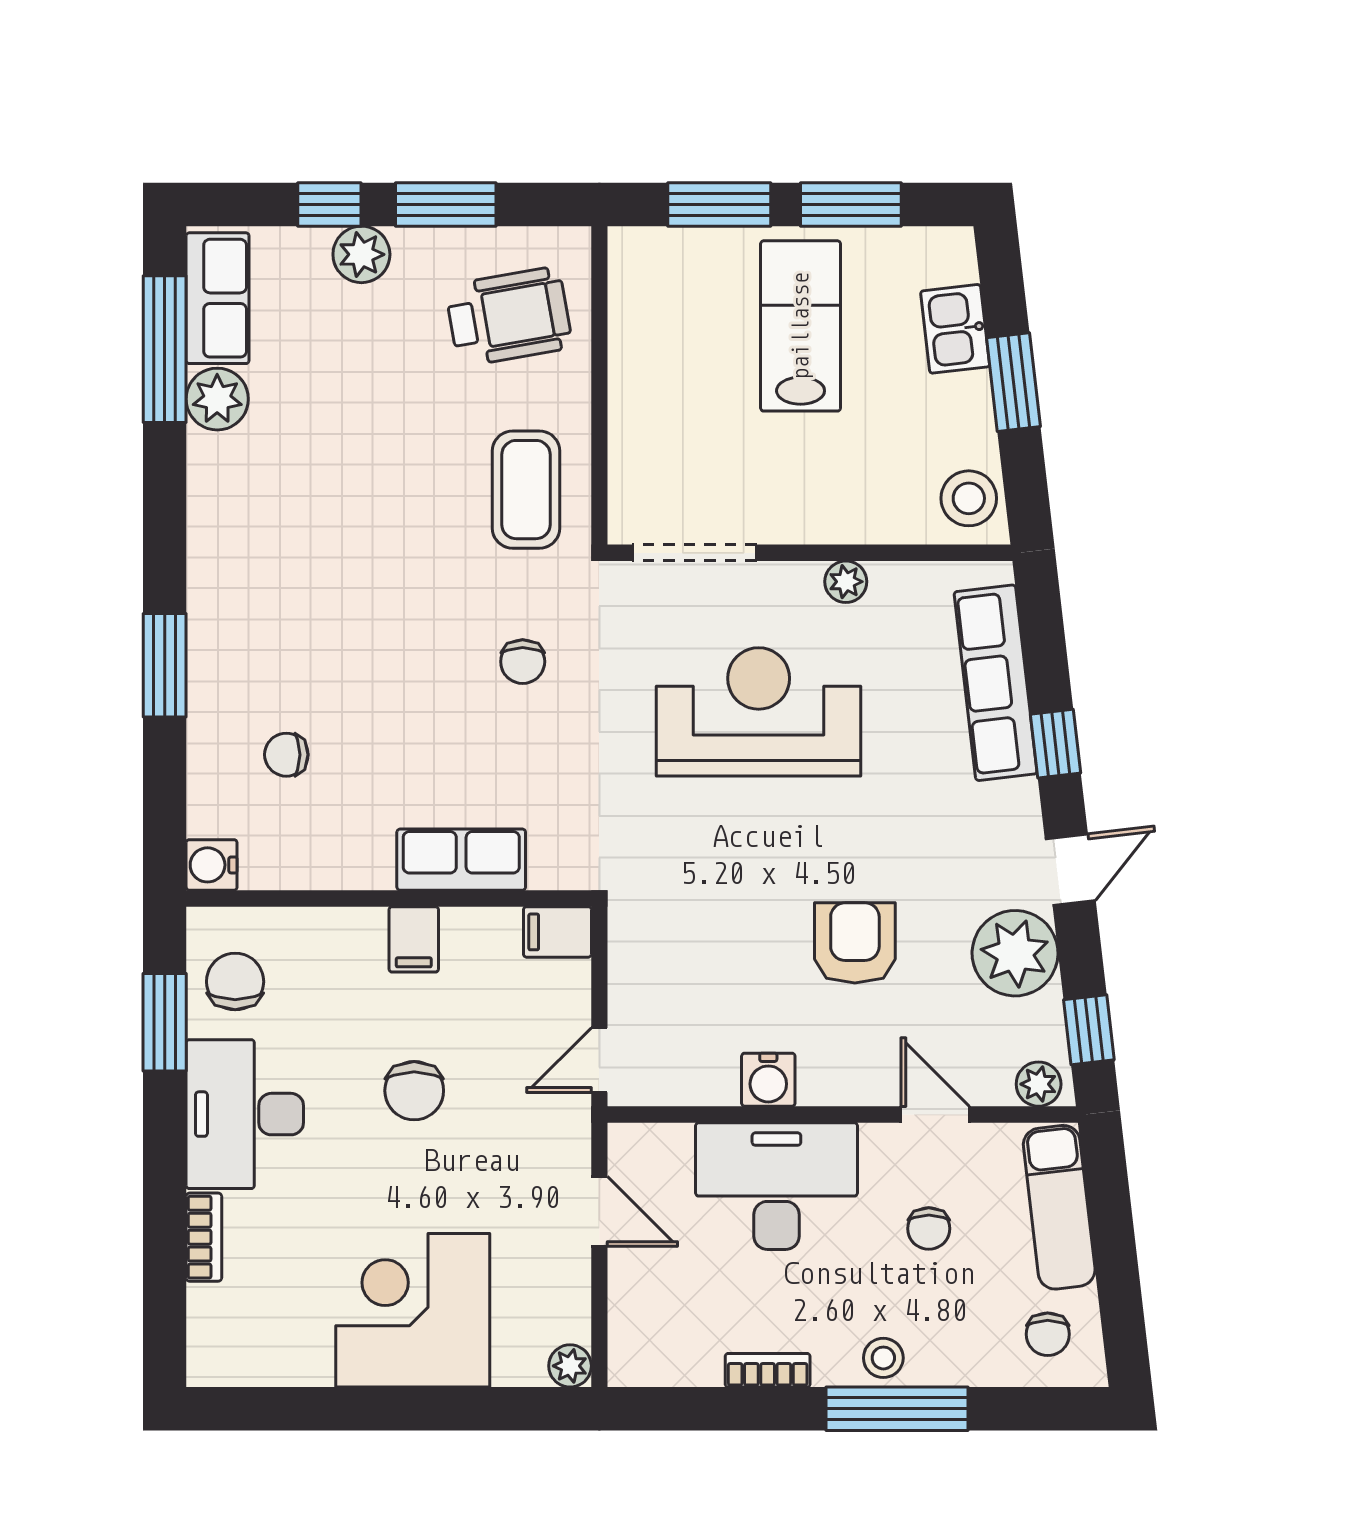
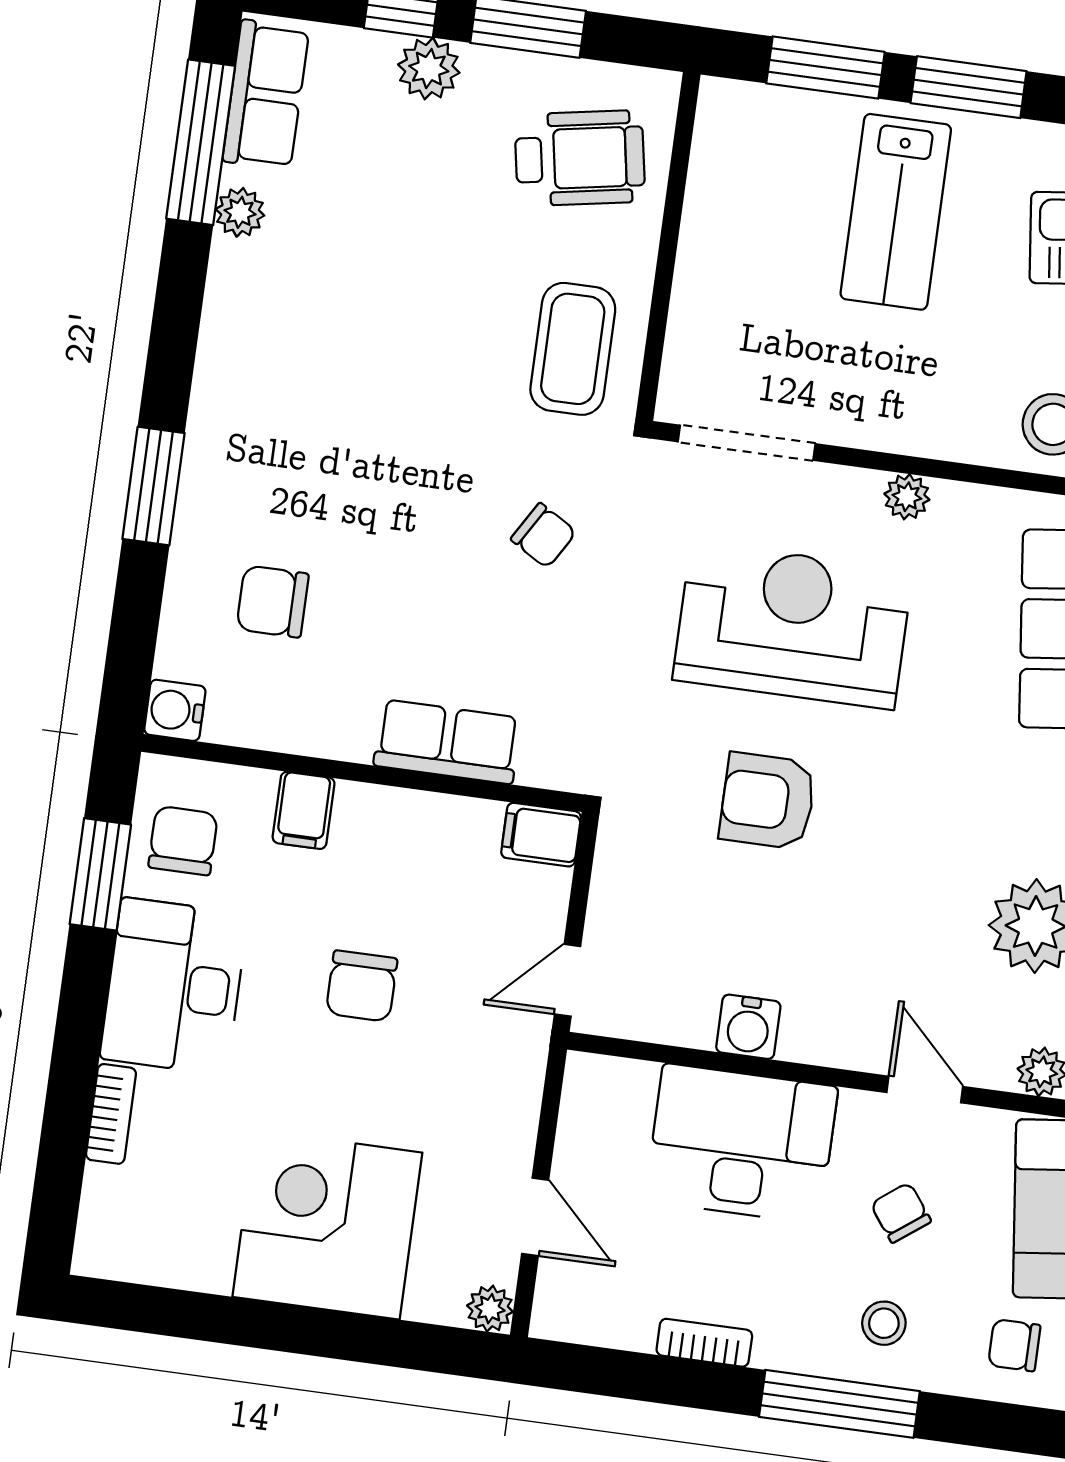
lab bench: (801, 326) -> (896, 212), turned 180
plant: (217, 399) -> (240, 212), width x0.73, depth x0.73
chair: (523, 662) -> (544, 536), turned -59
chair: (286, 755) -> (273, 601), width x1.37, depth x1.37
filing cabinet: (414, 939) -> (304, 810), moved
armchair: (855, 943) -> (768, 801), moved, turned -90
door: (599, 1211) -> (535, 1217), moved
chair: (929, 1229) -> (901, 1213), turned 143
chair: (1048, 1334) -> (1014, 1345), turned 90
stool: (883, 1358) -> (884, 1323), moved

